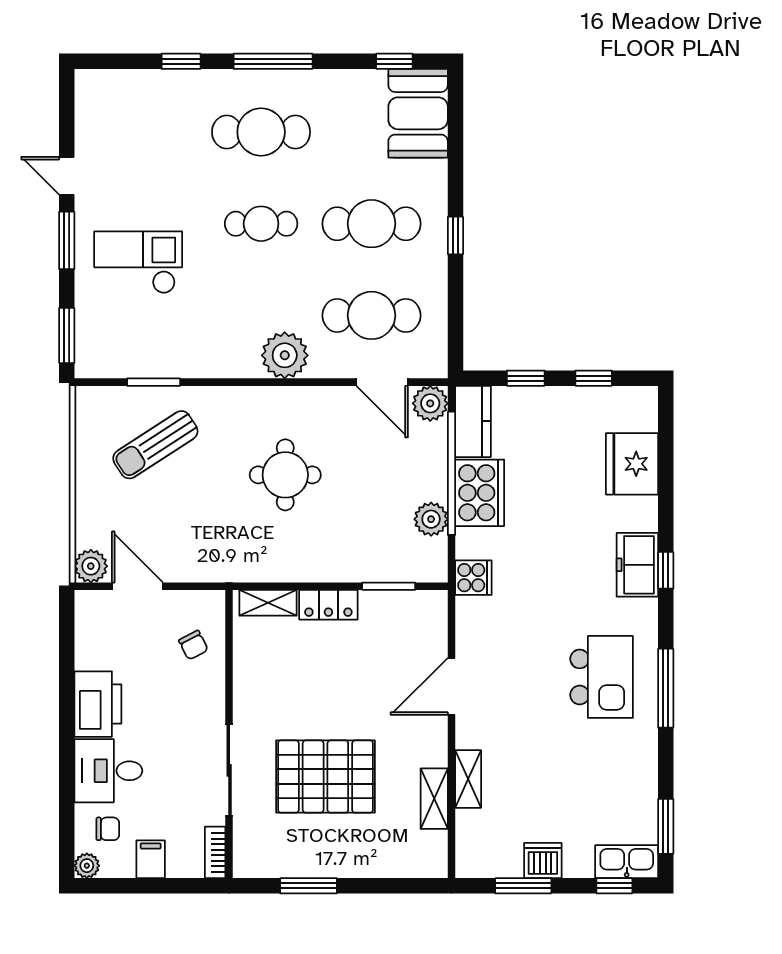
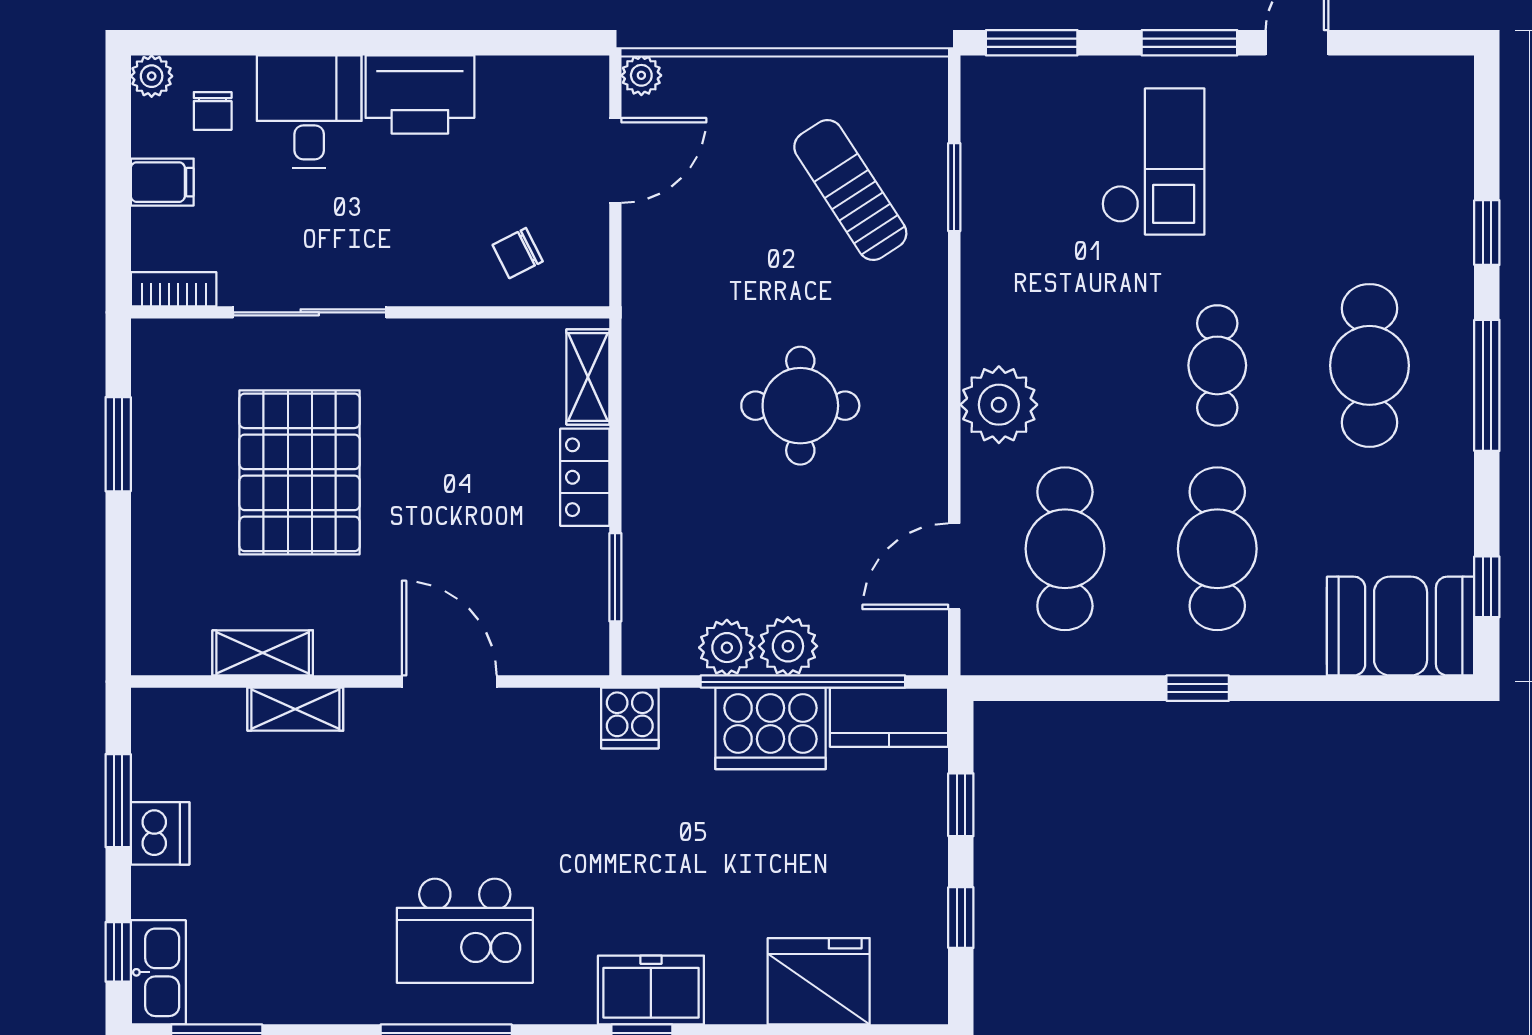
plant: (430, 403) -> (788, 646), moved
plant: (91, 566) -> (641, 75), width x0.73, depth x0.73

